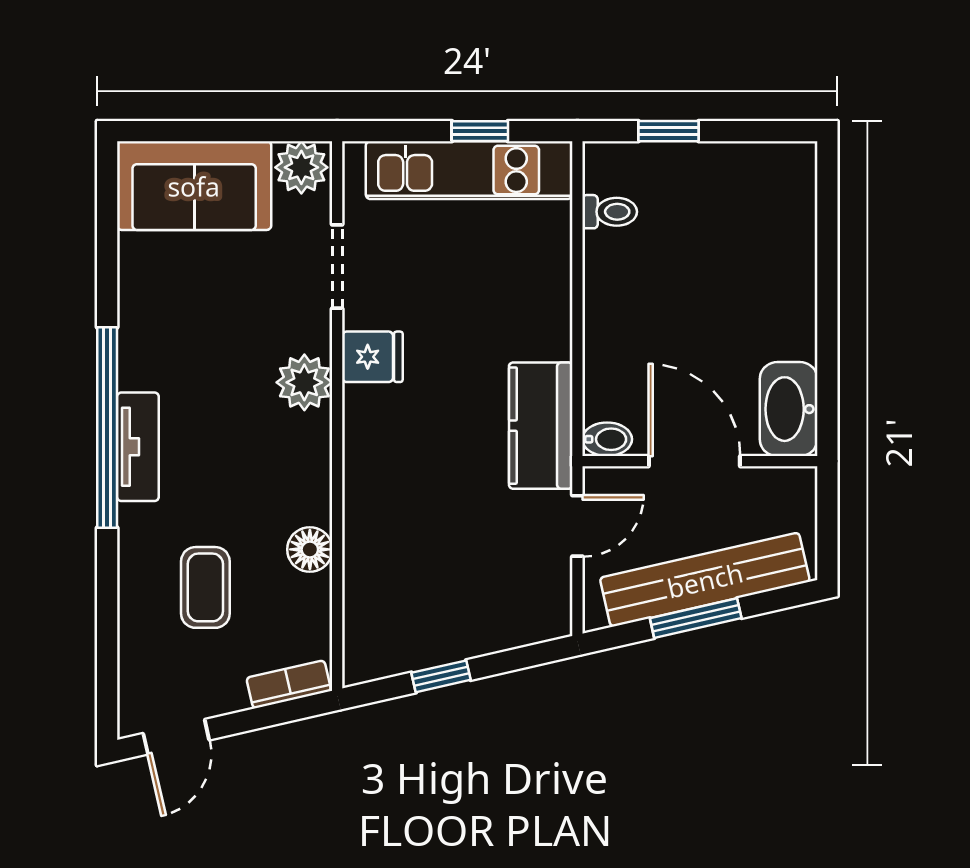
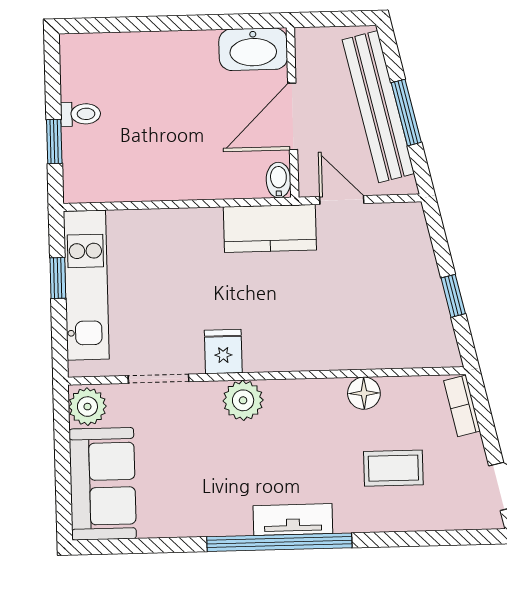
toilet: (610, 212) -> (81, 114), moved, turned 90

